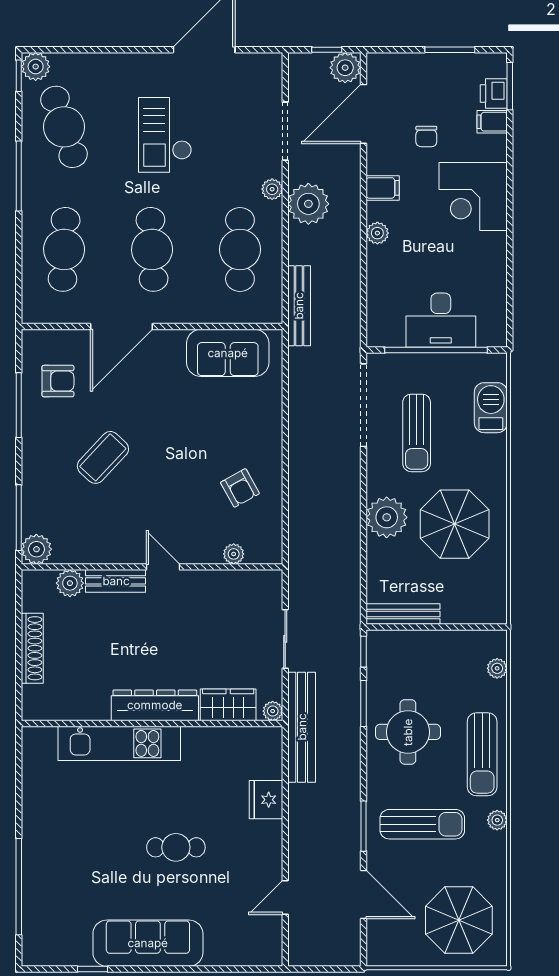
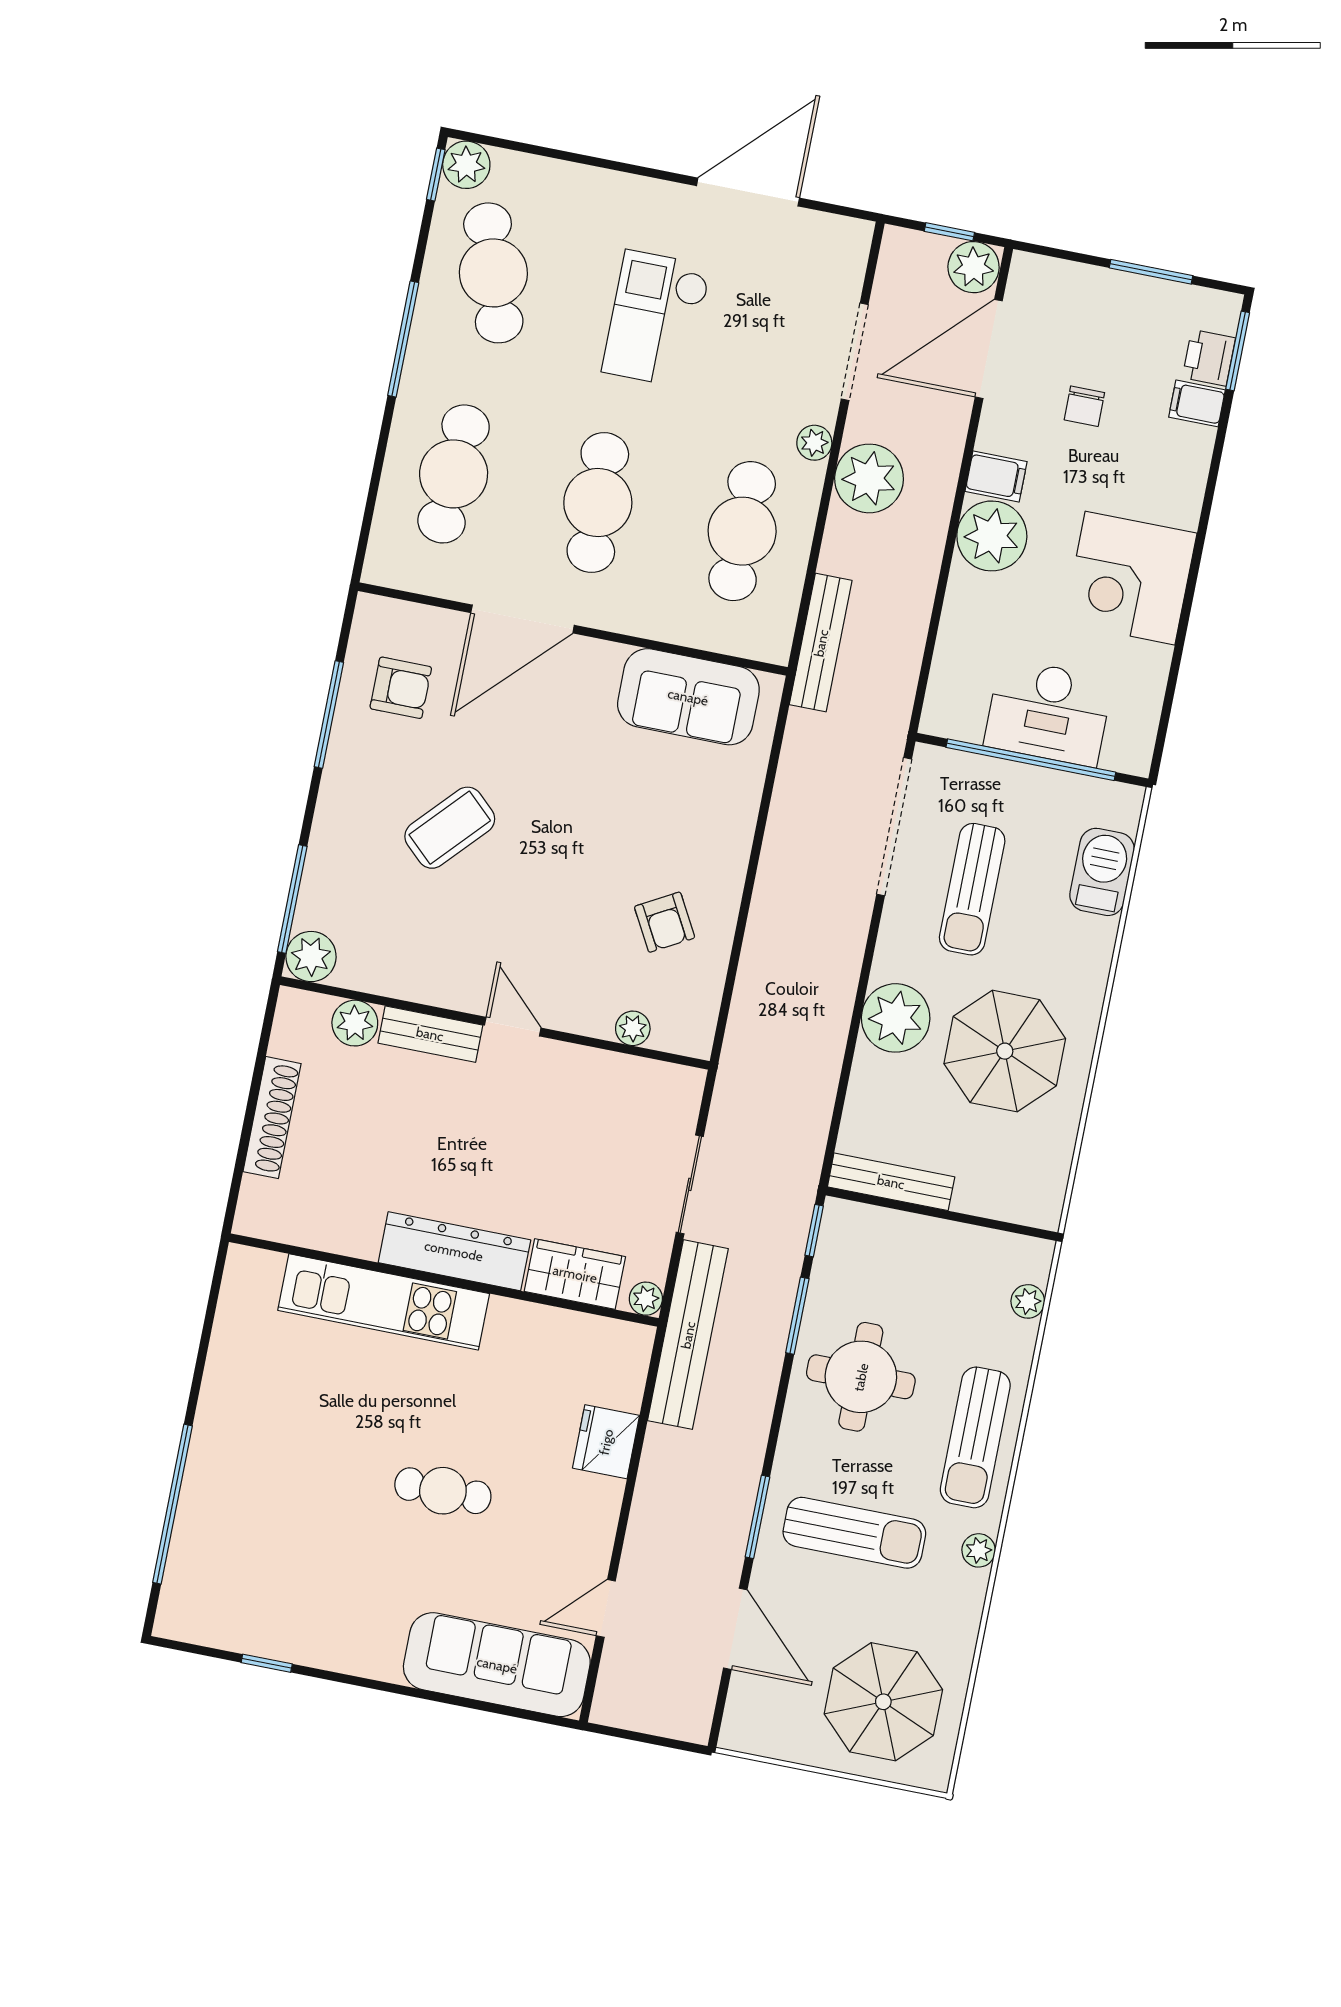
corner desk: (473, 196) -> (1130, 578), moved
plant: (377, 233) -> (992, 536), width x1.87, depth x1.87
sofa: (148, 943) -> (497, 1665), moved

